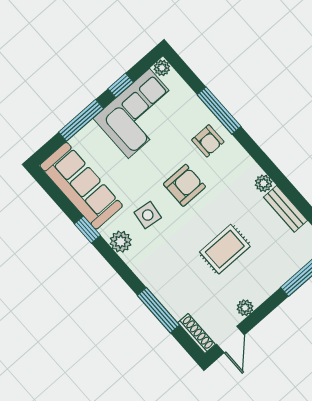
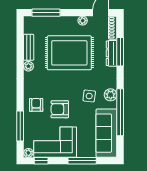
window: (121, 85) -> (41, 161), moved
window: (219, 111) -> (20, 126), moved
armchair: (184, 185) -> (60, 109), moved
window: (87, 230) -> (120, 112), width x3.17
rug: (225, 249) -> (69, 53), width x1.86, depth x2.06
dresser: (168, 298) -> (112, 53), added

